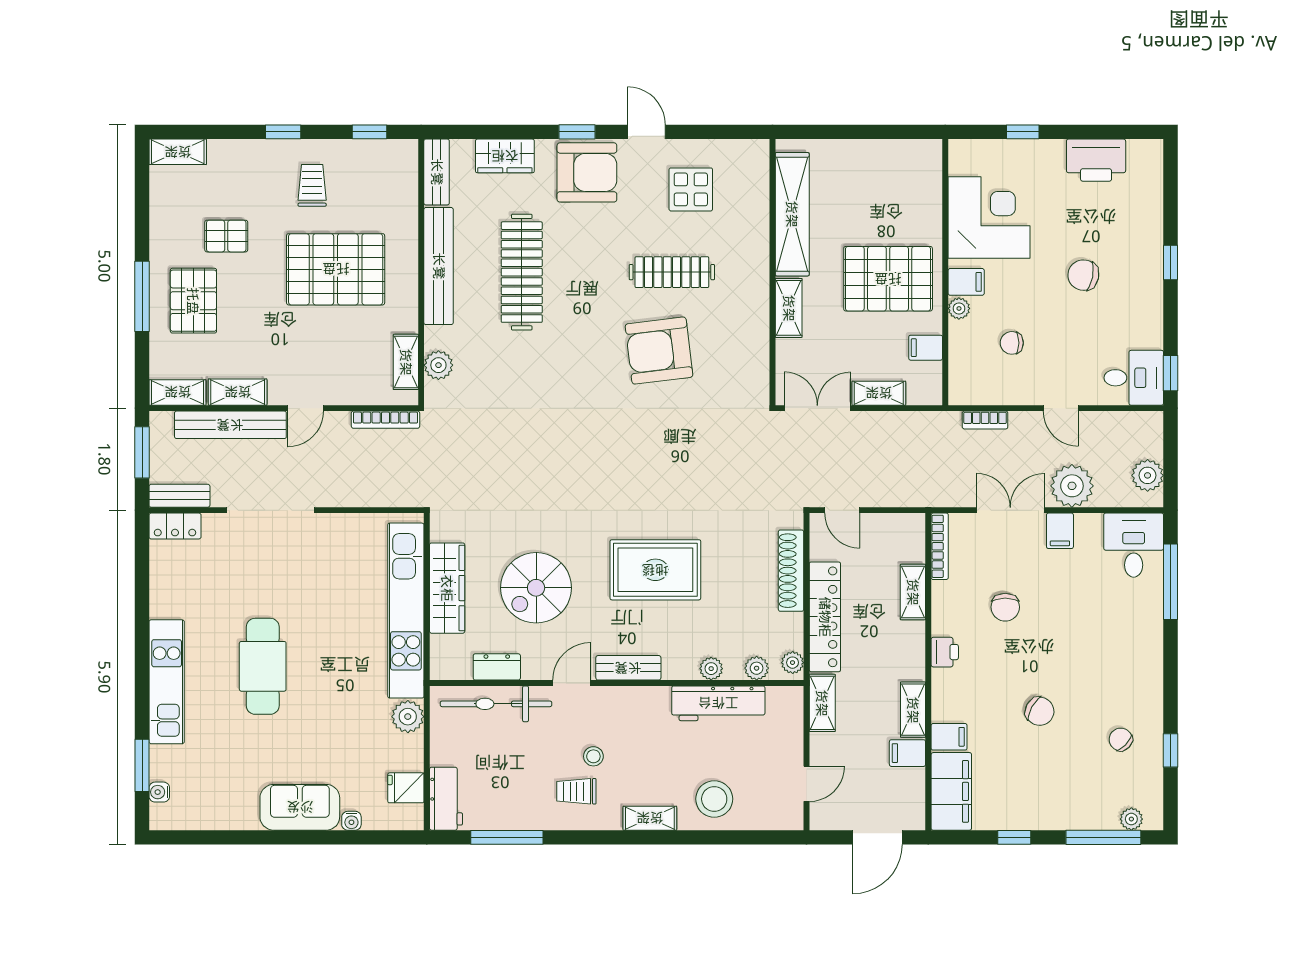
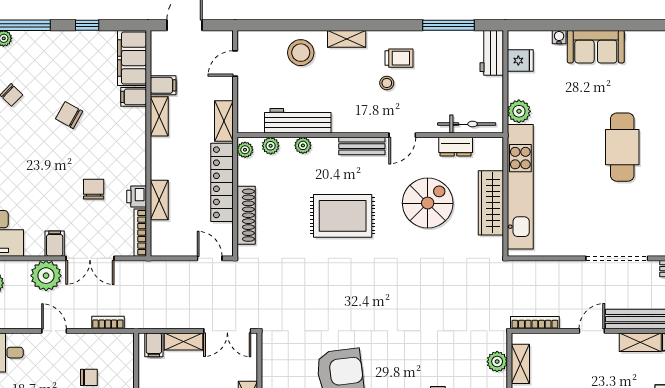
filing cabinet: (926, 348) -> (154, 345), moved, turned 90
printer: (945, 652) -> (137, 197), moved
bicycle: (496, 704) -> (467, 124), width x0.73, depth x0.71

